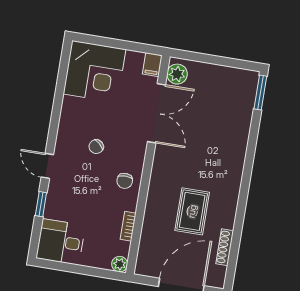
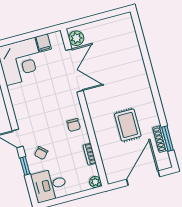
filing cabinet: (152, 65) -> (44, 43), moved
window: (260, 92) -> (168, 139), moved
chair: (96, 147) -> (41, 153), moved

